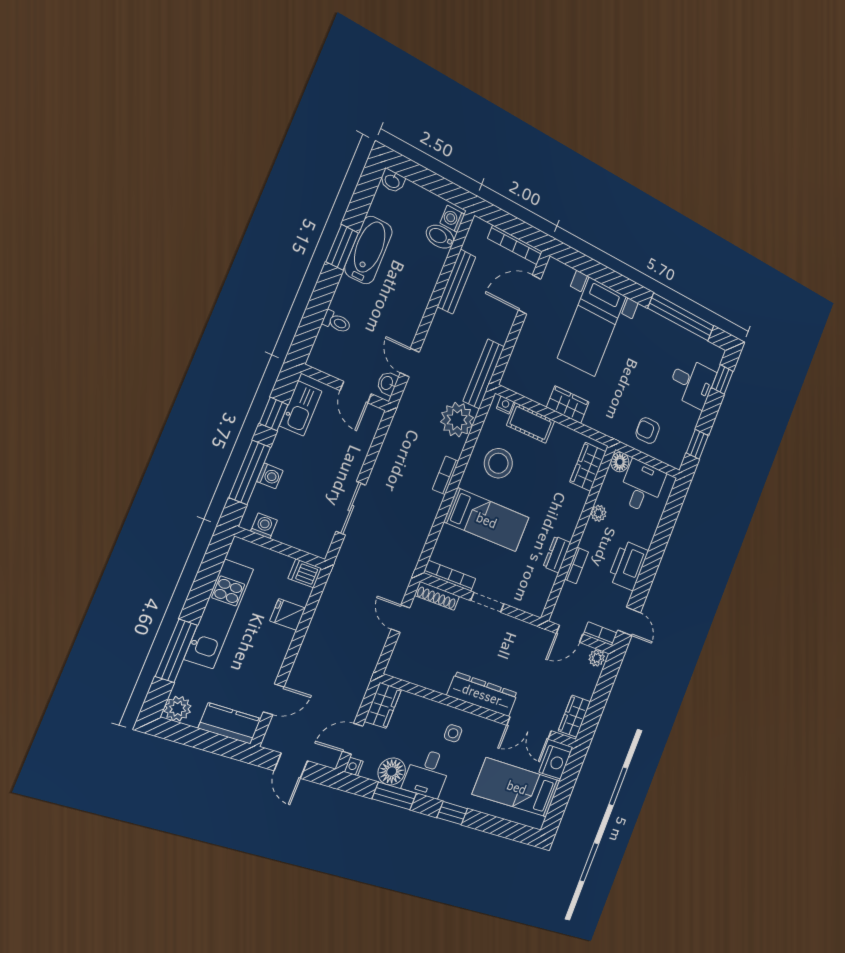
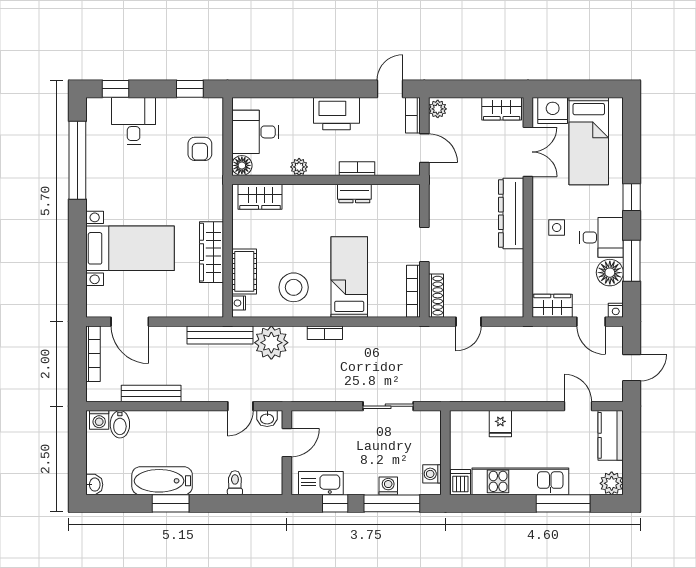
wardrobe: (568, 405) -> (212, 252), width x1.50
dishwasher: (305, 573) -> (460, 482), moved, turned 180

